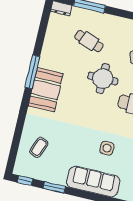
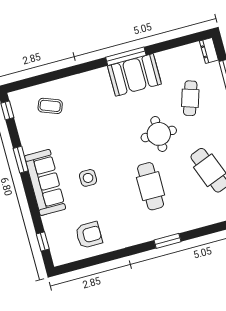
booth: (46, 90) -> (134, 75), moved
window: (54, 187) -> (21, 160), moved

